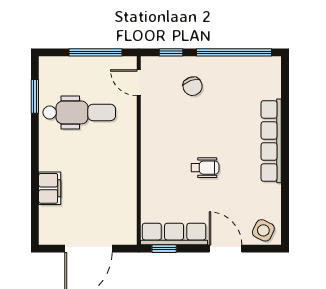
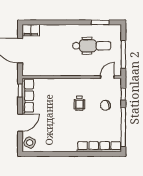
dental chair: (79, 112) -> (92, 46), turned -90
row of seats: (271, 141) -> (99, 147), moved
wheelchair: (205, 168) -> (79, 103), moved
filing cabinet: (50, 188) -> (31, 30), moved

